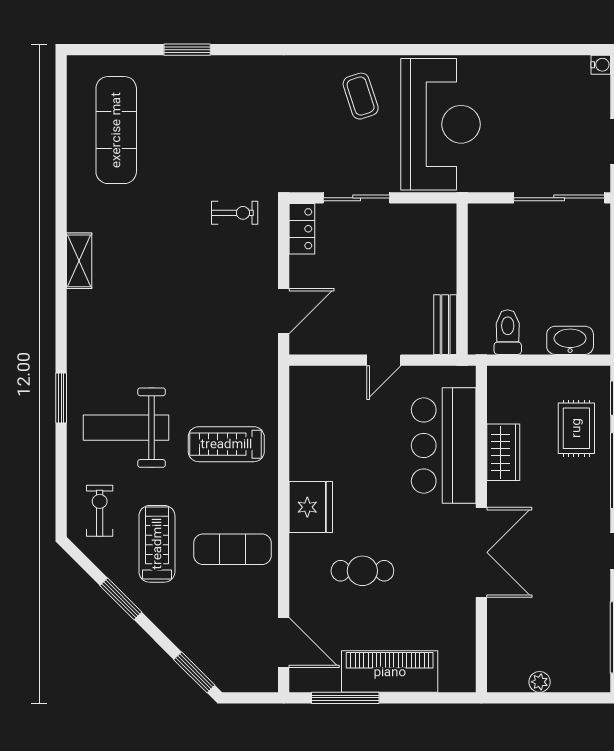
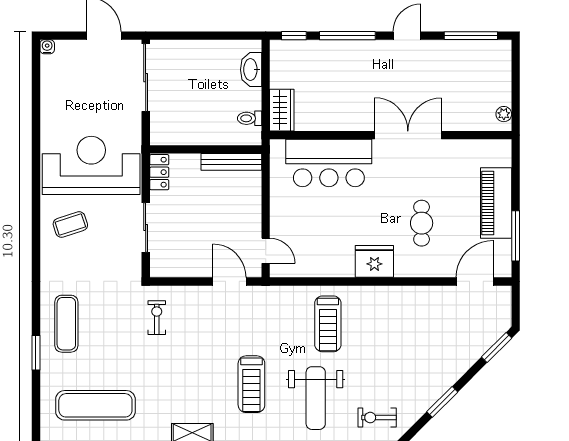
locker: (302, 229) -> (159, 172), moved, turned 90
bench: (445, 325) -> (231, 162), width x1.36
toilet: (508, 332) -> (250, 118), width x0.73, depth x0.72
door: (384, 360) -> (266, 251), moved
rug: (576, 428) -> (316, 65), removed
wardrobe: (503, 452) -> (282, 110), moved, turned 90
treadmill: (157, 544) -> (251, 384), moved, turned -90
exercise mat: (232, 549) -> (66, 324), moved
plant: (540, 682) -> (504, 114), moved

